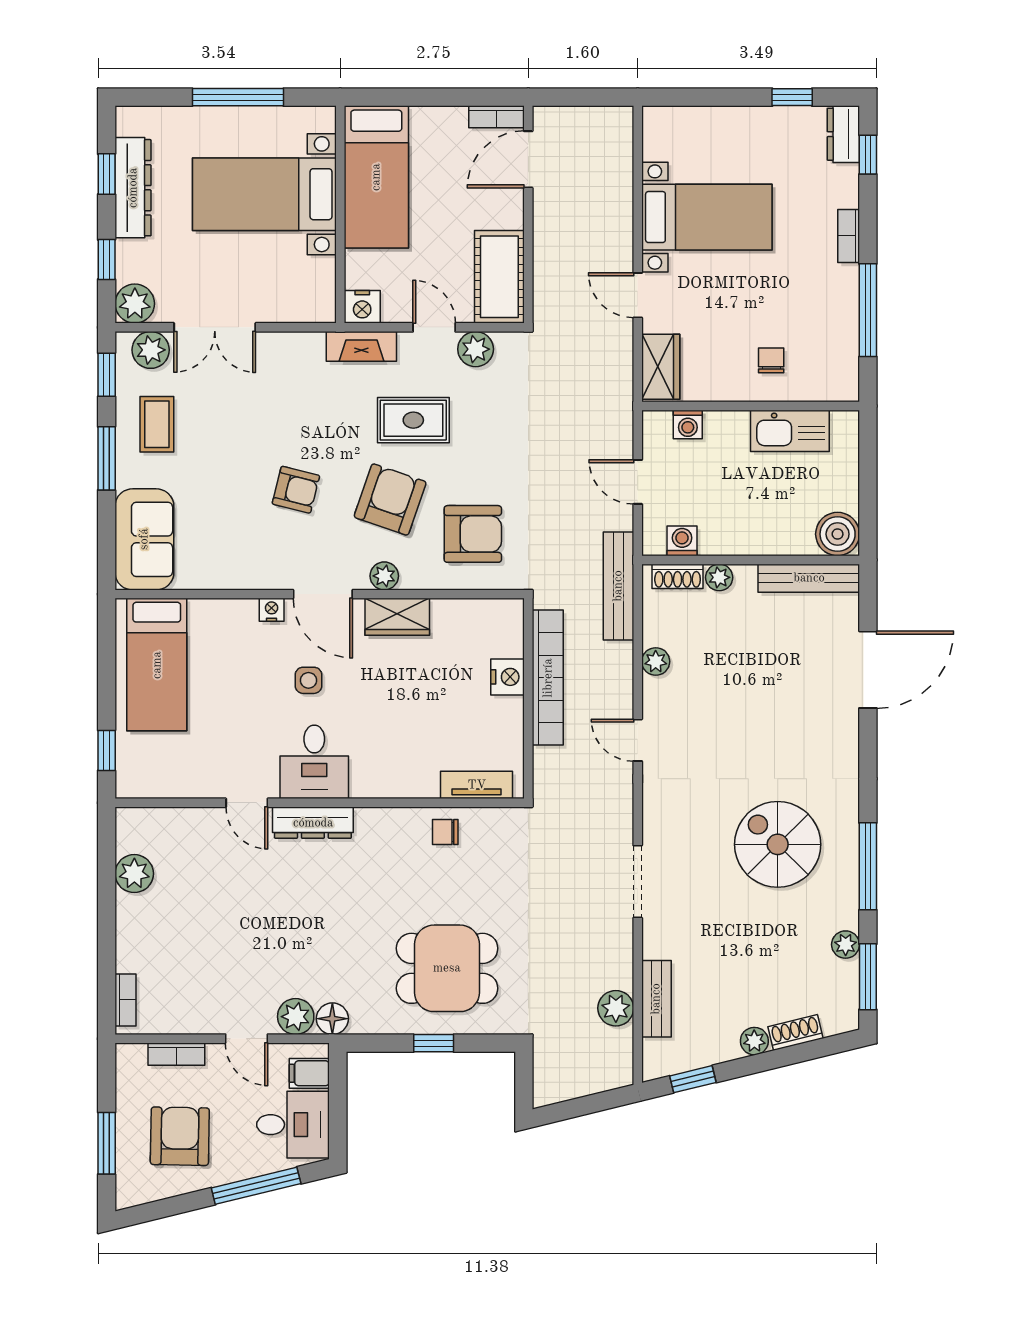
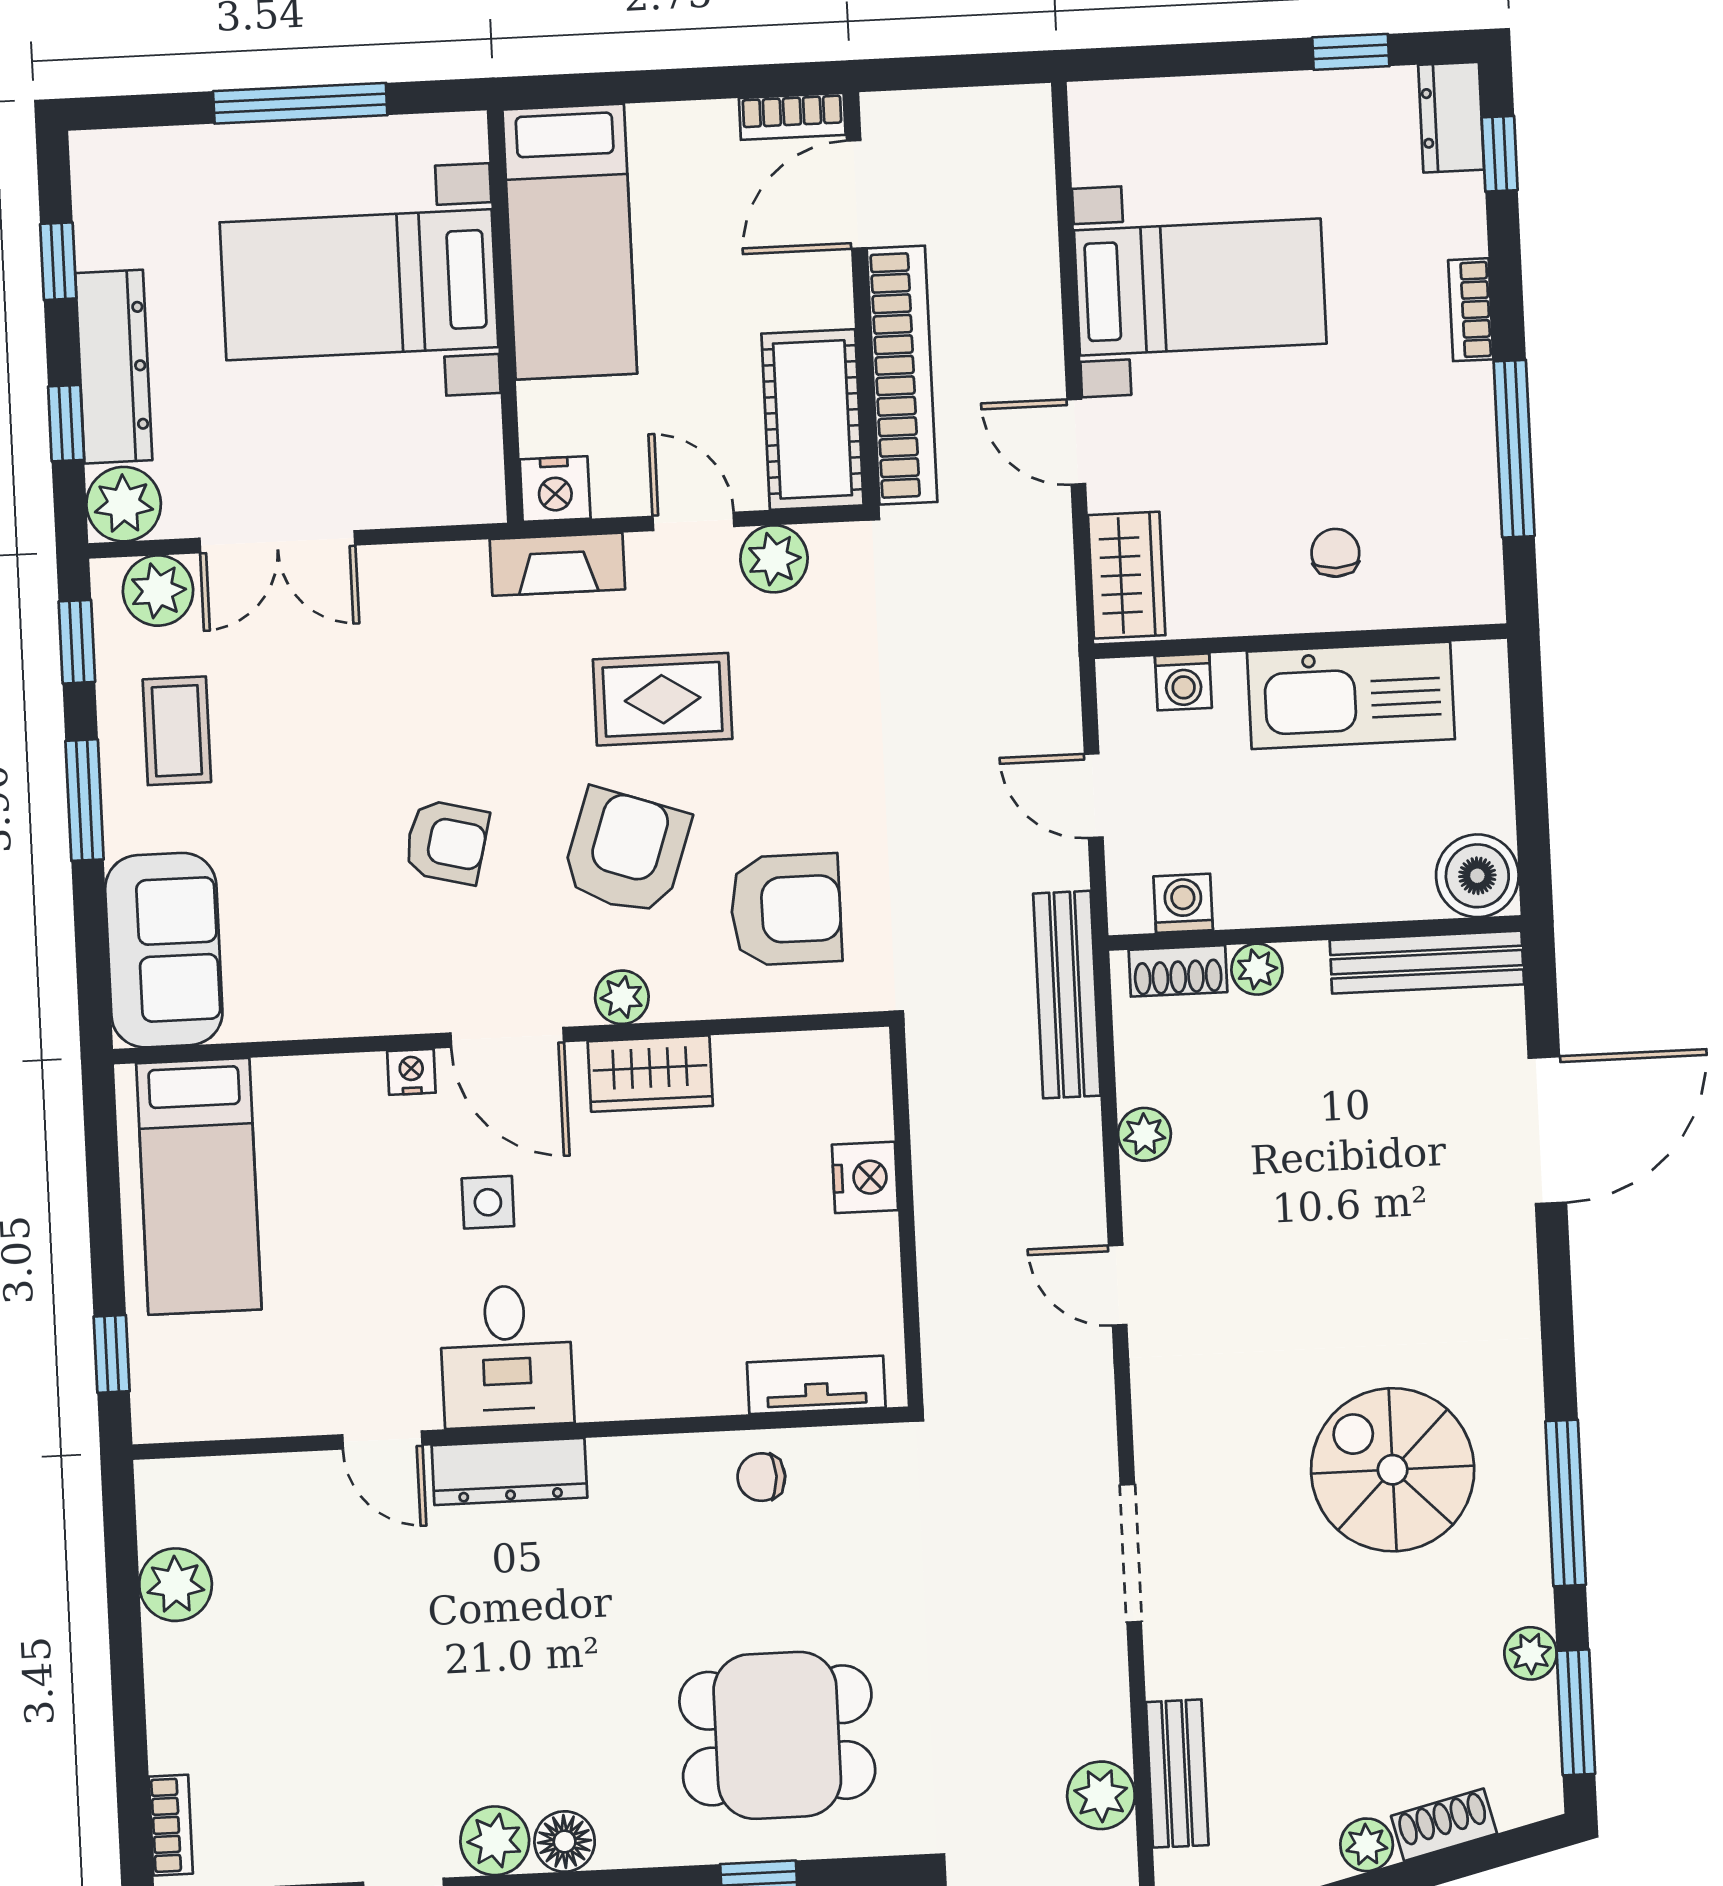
dresser: (133, 188) -> (114, 367), moved
kitchen sink: (790, 431) -> (1351, 695), width x1.36, depth x1.24
bookcase: (548, 678) -> (902, 375), moved

